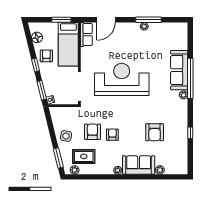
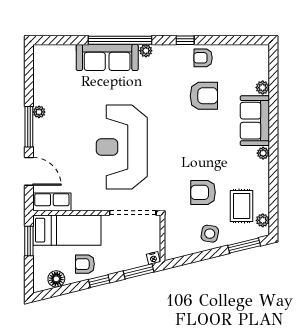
window: (148, 20) -> (29, 127), moved
window: (190, 133) -> (185, 40), moved
armchair: (112, 135) -> (203, 58), moved

